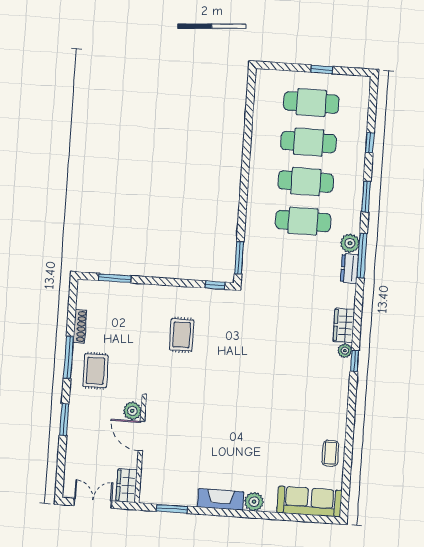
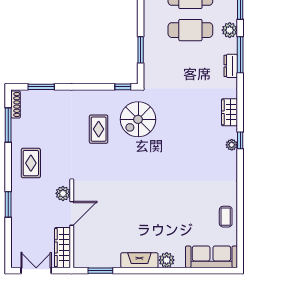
plant: (350, 243) -> (230, 30), moved
window: (239, 258) -> (141, 50), moved
shoe rack: (80, 326) -> (16, 105), moved
spiral stairs: (231, 326) -> (138, 119), added
plant: (345, 351) -> (232, 145), moved
window: (68, 357) -> (8, 125), moved
door: (141, 436) -> (72, 213), swing flipped
wardrobe: (127, 486) -> (63, 248), width x1.50

